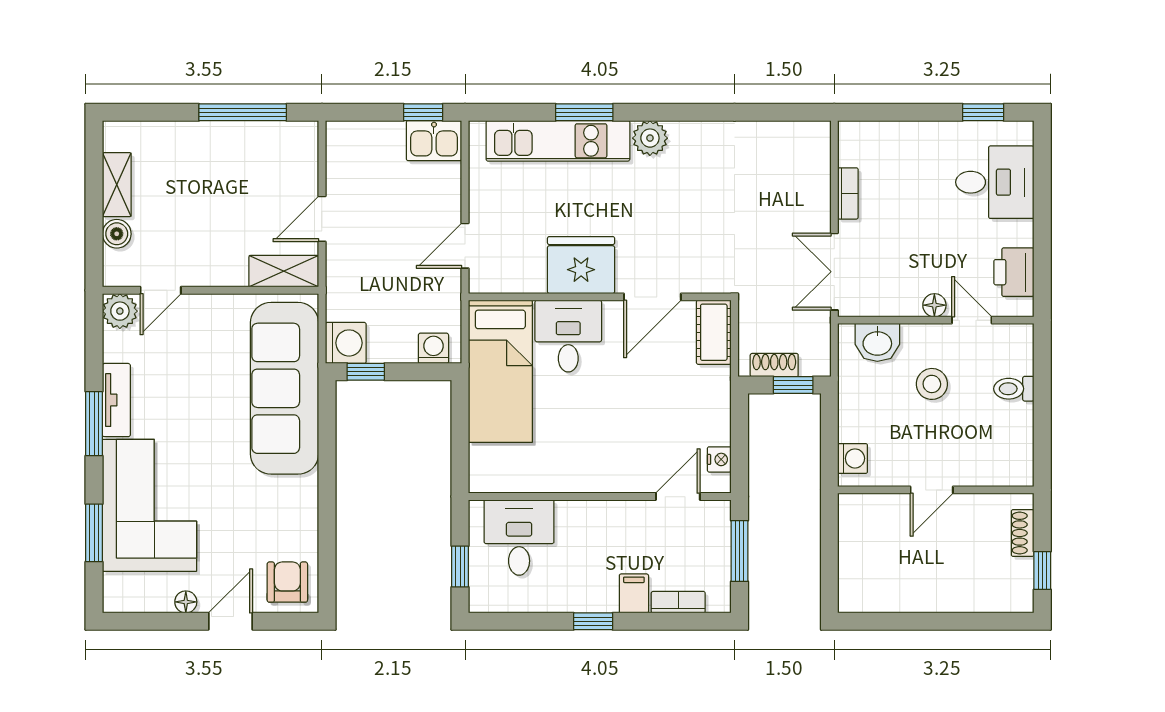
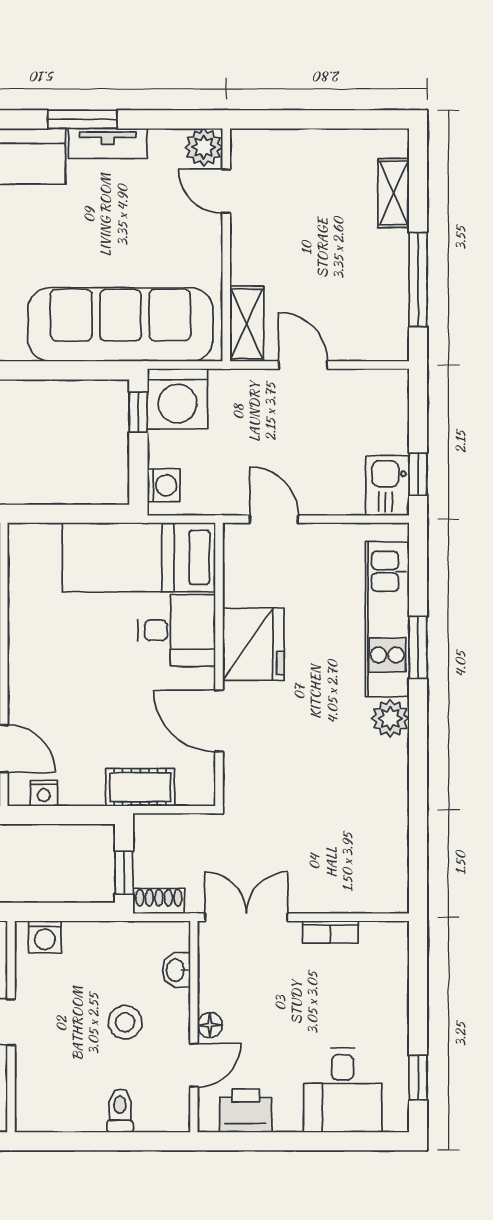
shelving: (117, 185) -> (394, 193), moved, turned 90
boiler: (117, 234) -> (287, 144), removed
cot: (714, 332) -> (140, 787), moved
washbasin: (877, 342) -> (176, 970), width x0.72, depth x0.69
washing machine: (346, 343) -> (178, 399), width x1.37, depth x1.37
shoe rack: (774, 365) -> (159, 901), moved, turned -90

